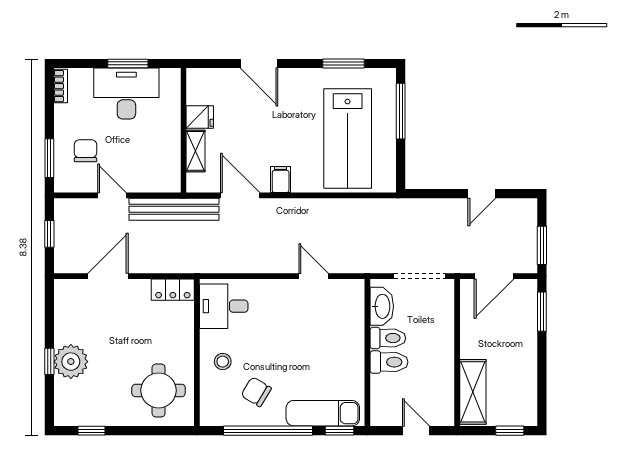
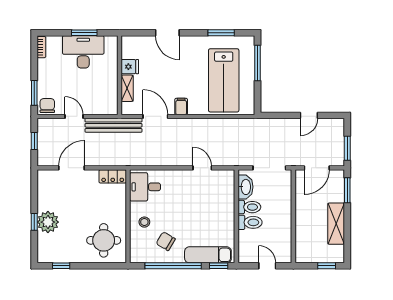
chair: (85, 151) -> (47, 106), moved
shelving: (473, 392) -> (336, 224), moved

